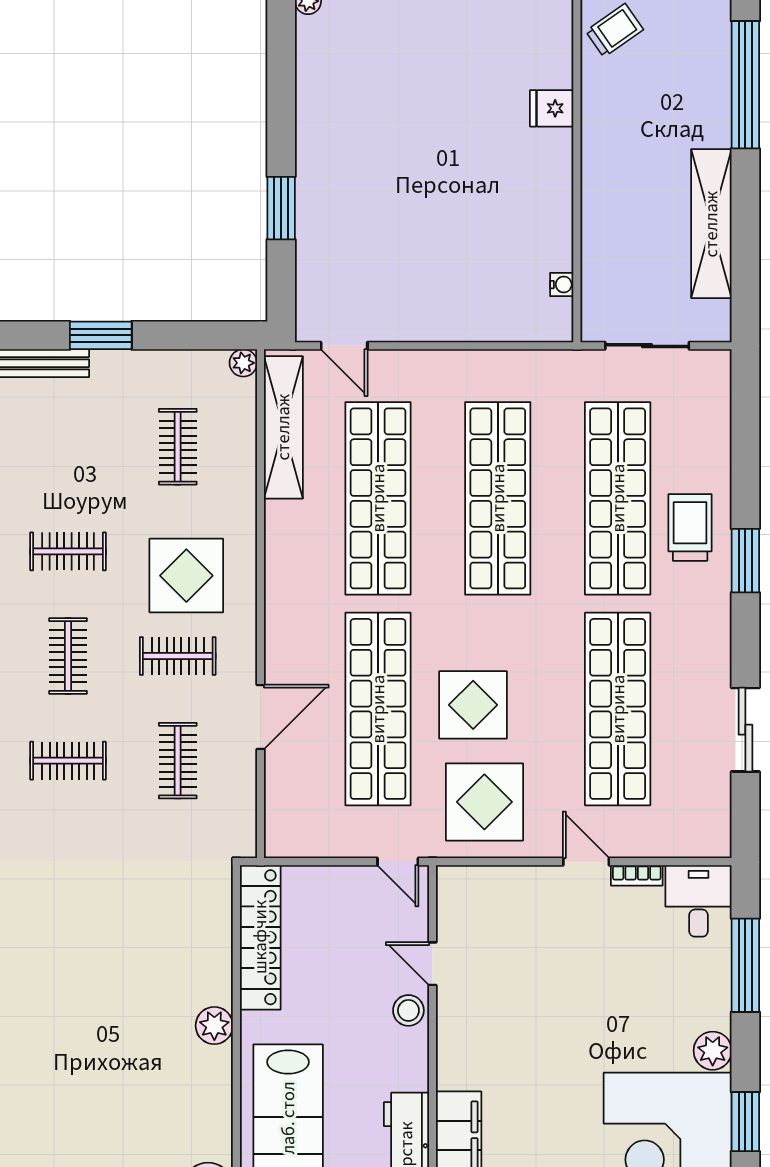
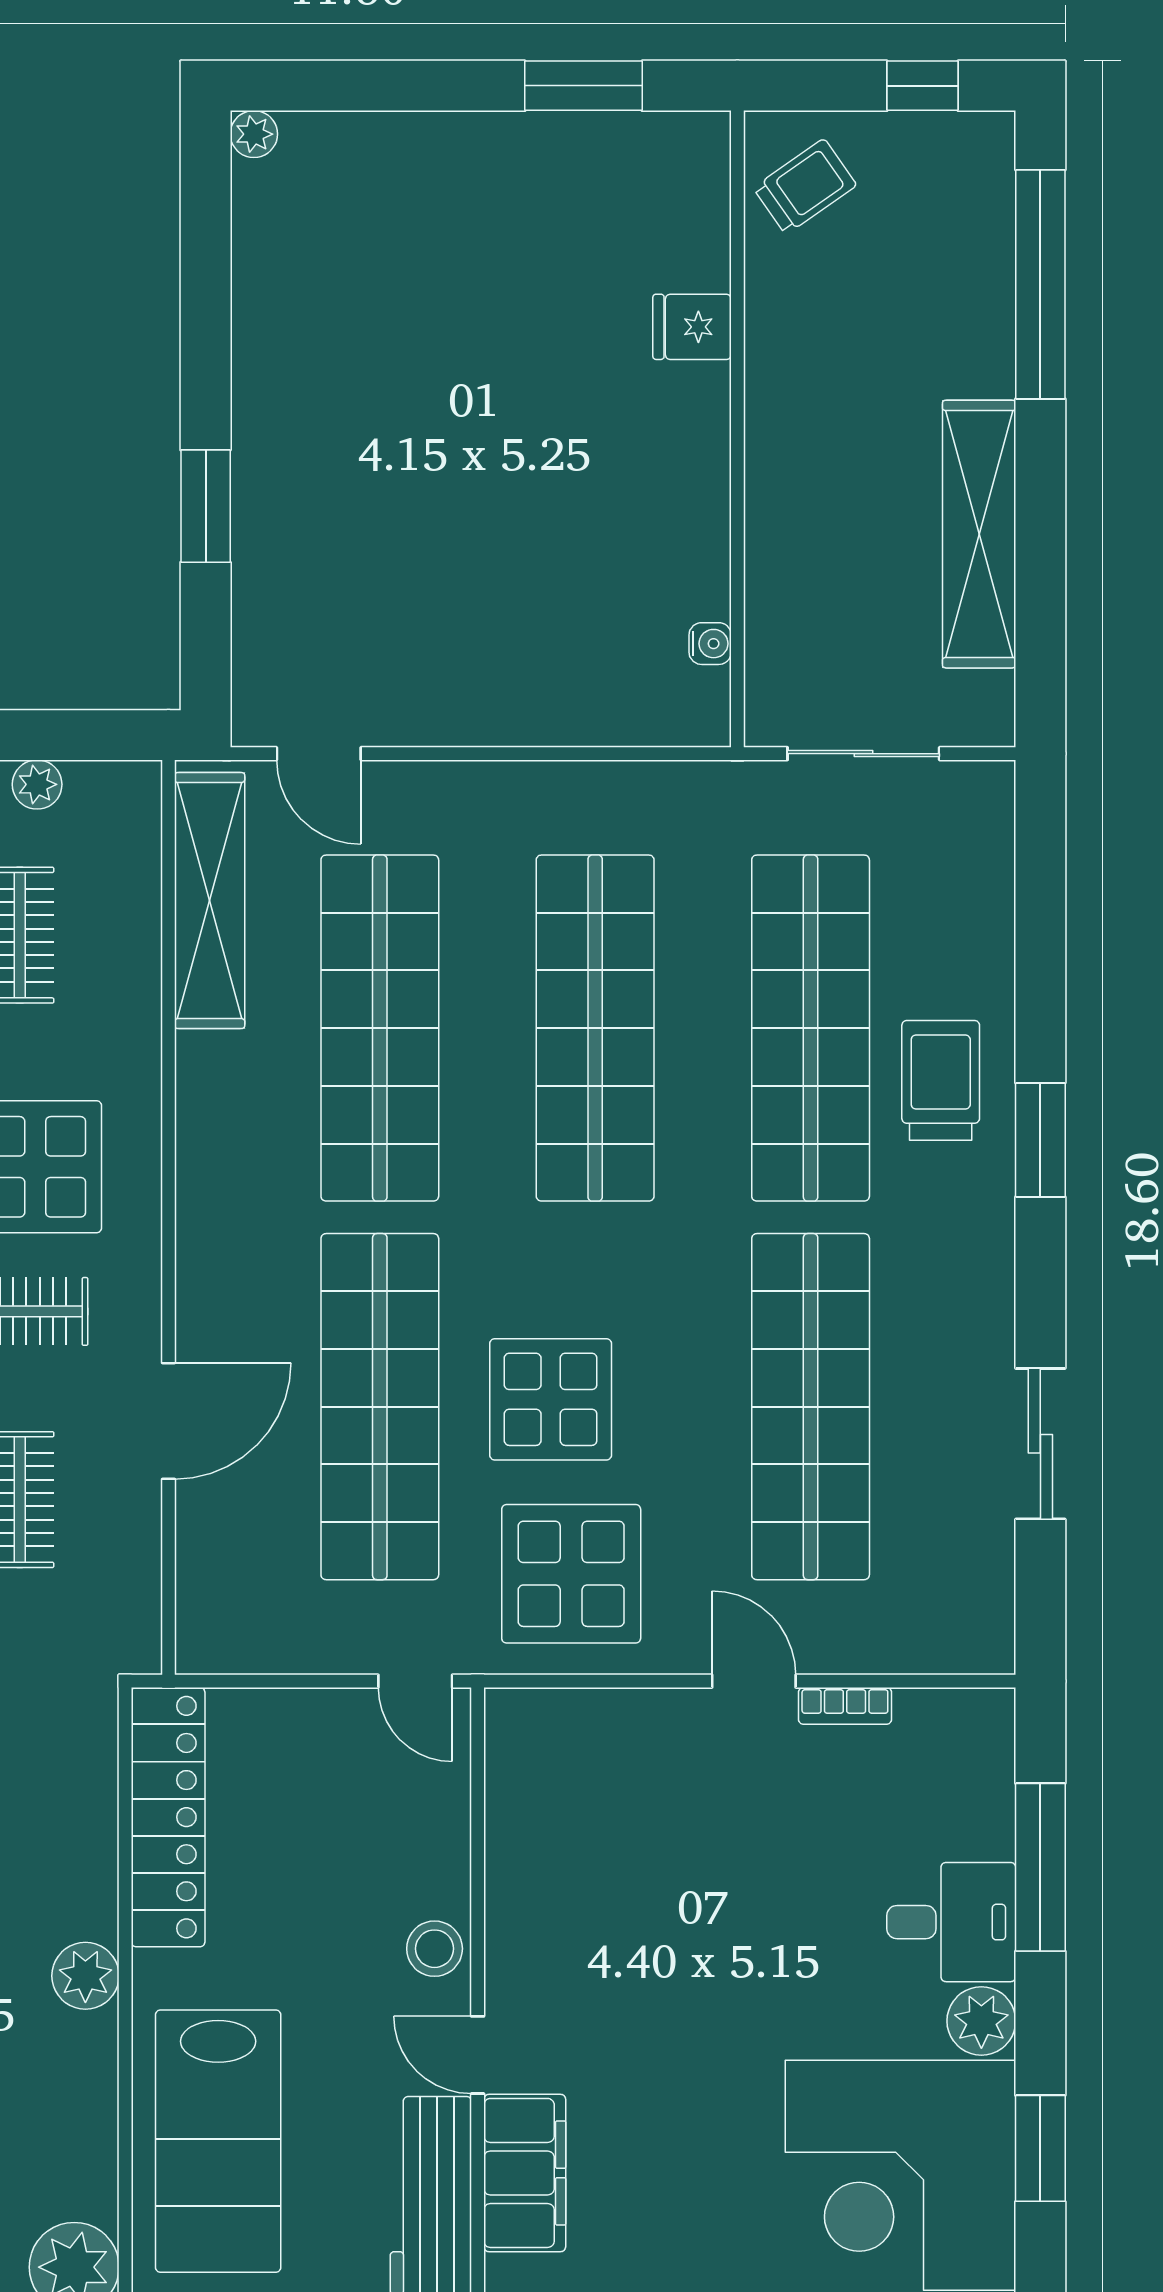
plant: (243, 363) -> (37, 784), moved
desk: (699, 901) -> (951, 1922), moved, turned 90
door: (432, 964) -> (478, 2055), moved

